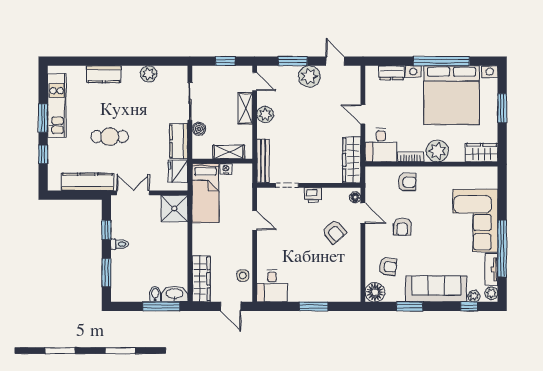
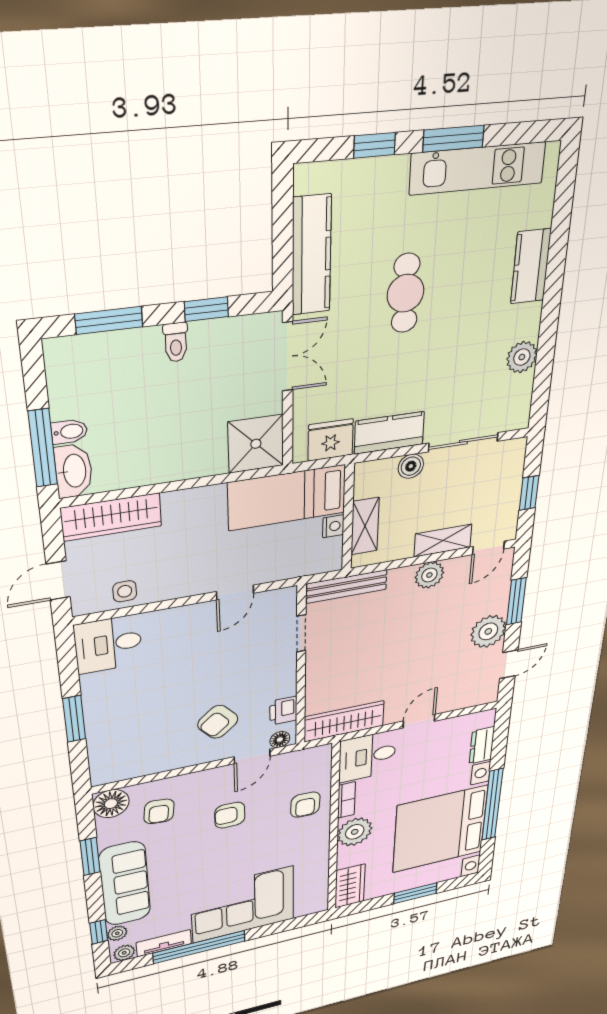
printer: (313, 195) -> (283, 711), moved

